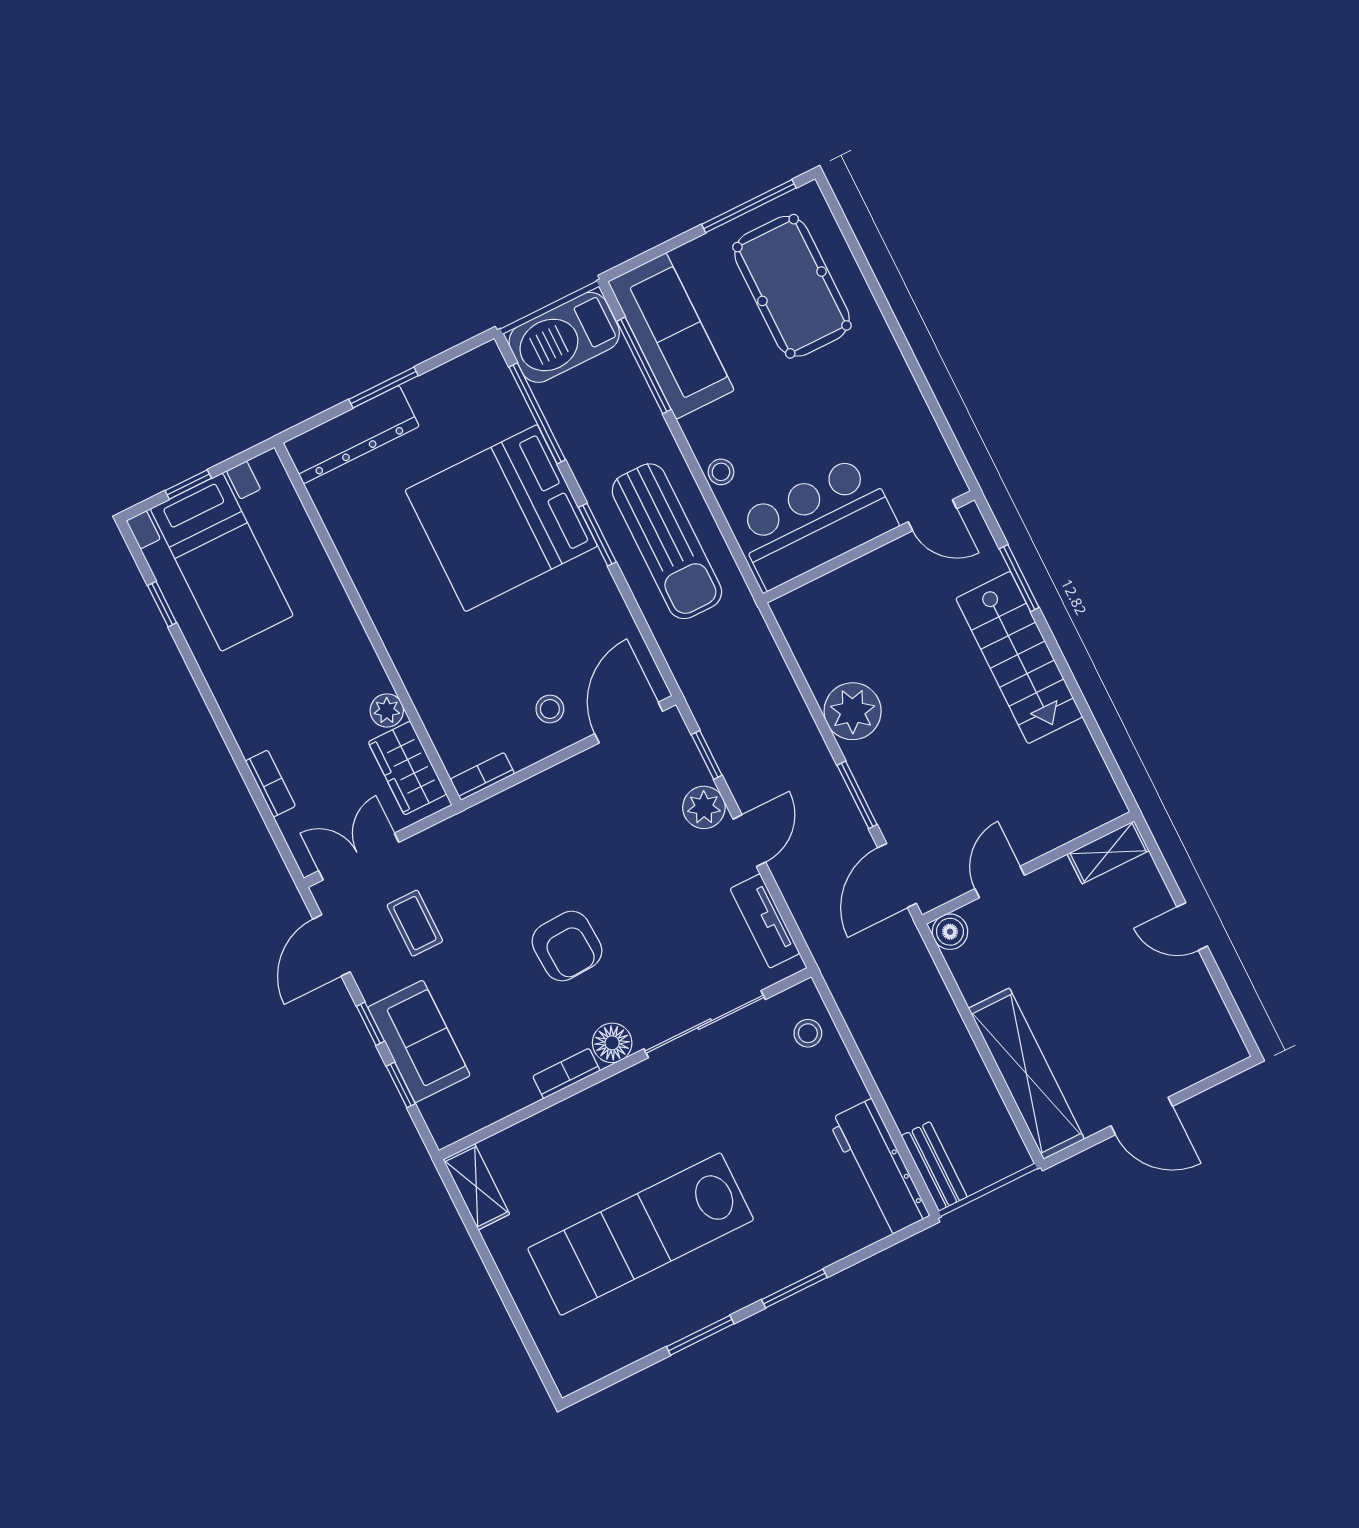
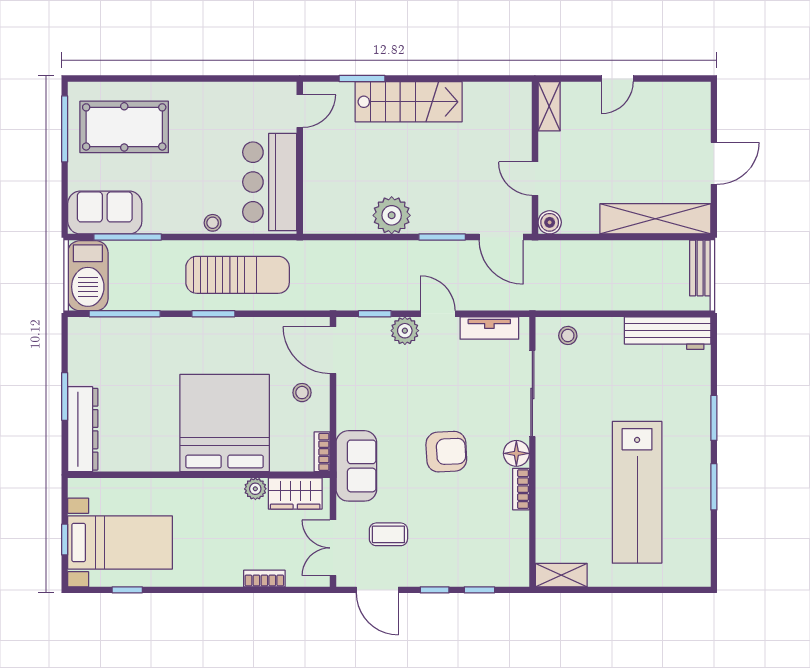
sofa: (671, 336) -> (105, 213), width x0.73
bed: (501, 518) -> (225, 423), moved, turned 180
sofa: (419, 1041) -> (356, 466), moved, turned 90
bench: (934, 1166) -> (700, 268), moved, turned 90

